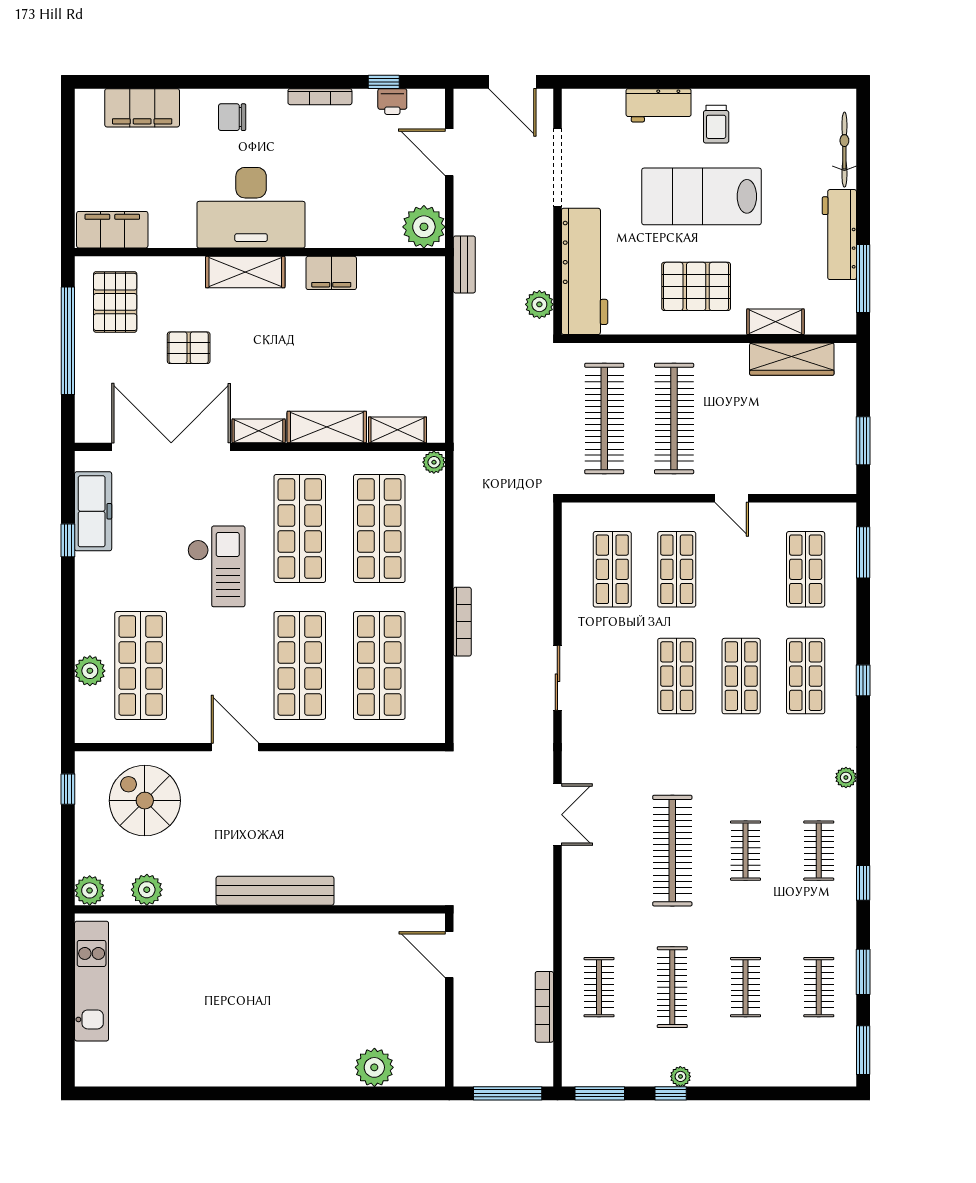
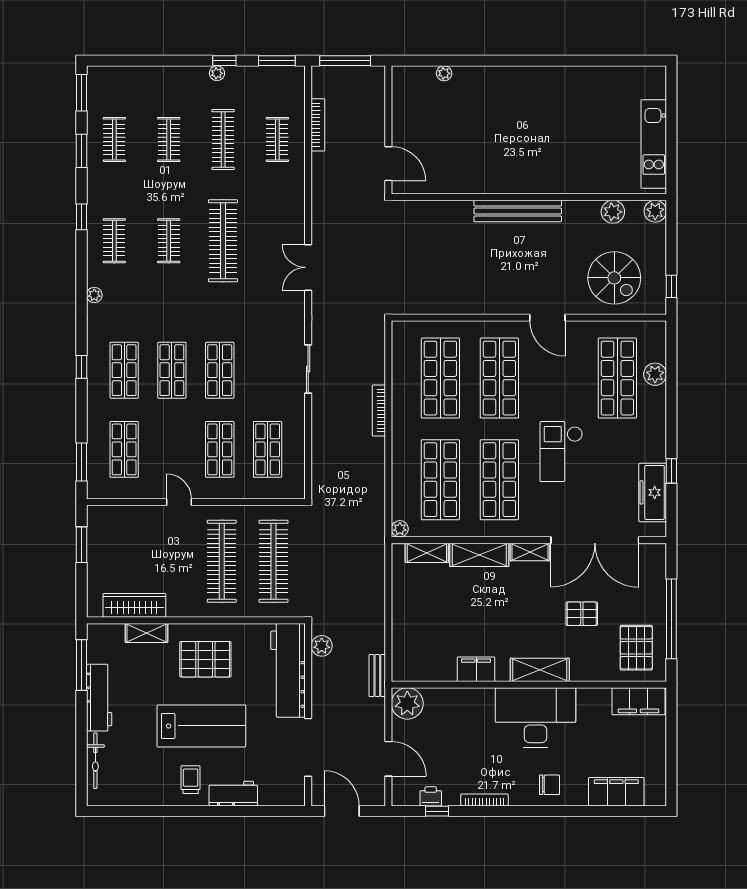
plant: (374, 1067) -> (444, 73), width x0.53, depth x0.53

